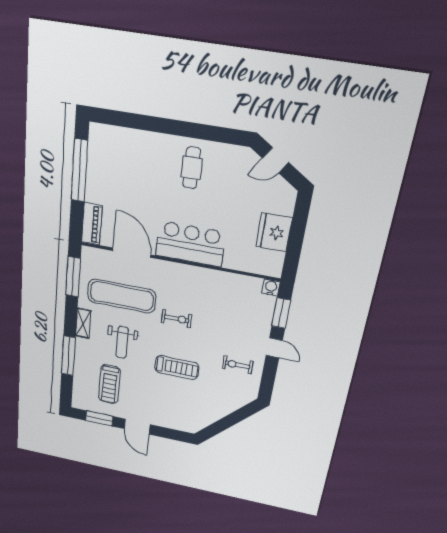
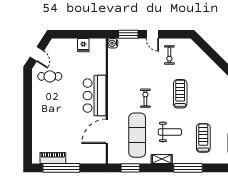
cafe table: (192, 168) -> (50, 76), moved
piano: (92, 224) -> (53, 158), moved
fridge: (274, 232) -> (83, 45), width x0.53, depth x0.75
window: (73, 277) -> (130, 168), width x0.69
door: (274, 348) -> (152, 34), swing flipped
treadmill: (109, 384) -> (203, 138), turned -90

